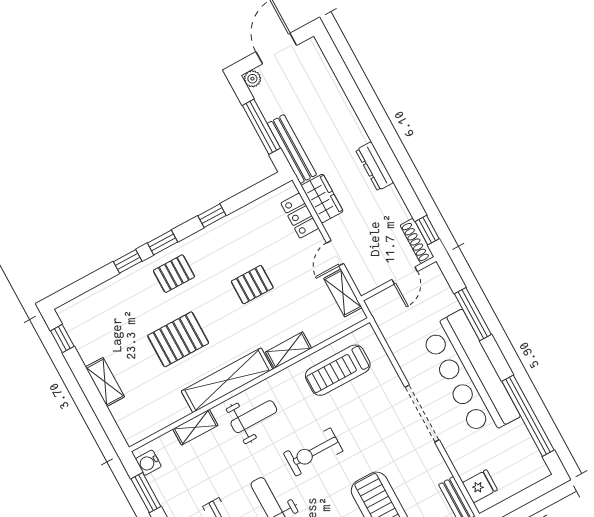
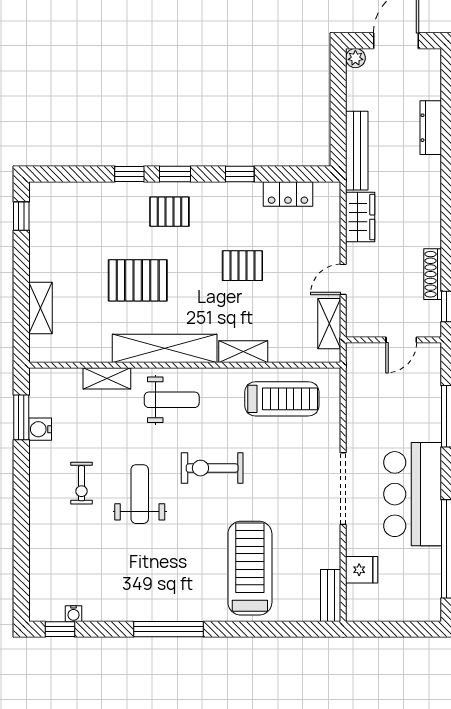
window: (261, 127) -> (338, 111), removed
dresser: (375, 166) -> (431, 128), moved
locker: (300, 216) -> (288, 194), moved, turned -90
shoe rack: (417, 241) -> (433, 274), moved
treadmill: (338, 370) -> (282, 399), turned 180
bar counter: (470, 374) -> (413, 494), width x0.73
shelving: (105, 382) -> (40, 308), moved
water cooler: (148, 463) -> (40, 429), moved
fridge: (480, 486) -> (362, 570), moved

